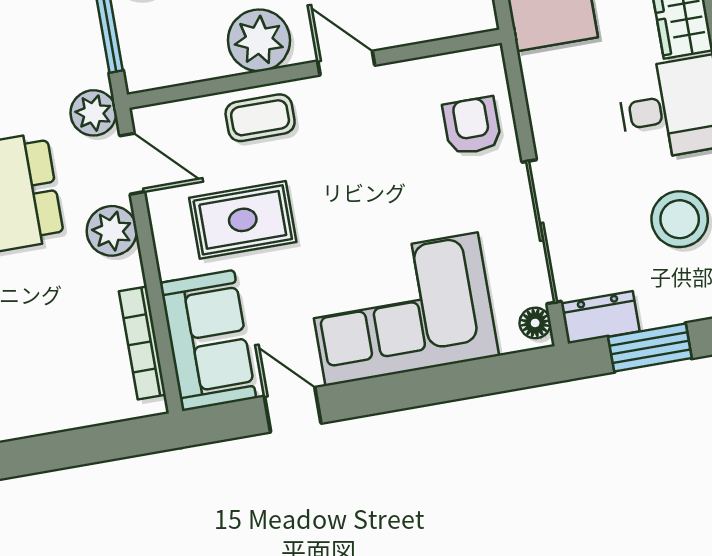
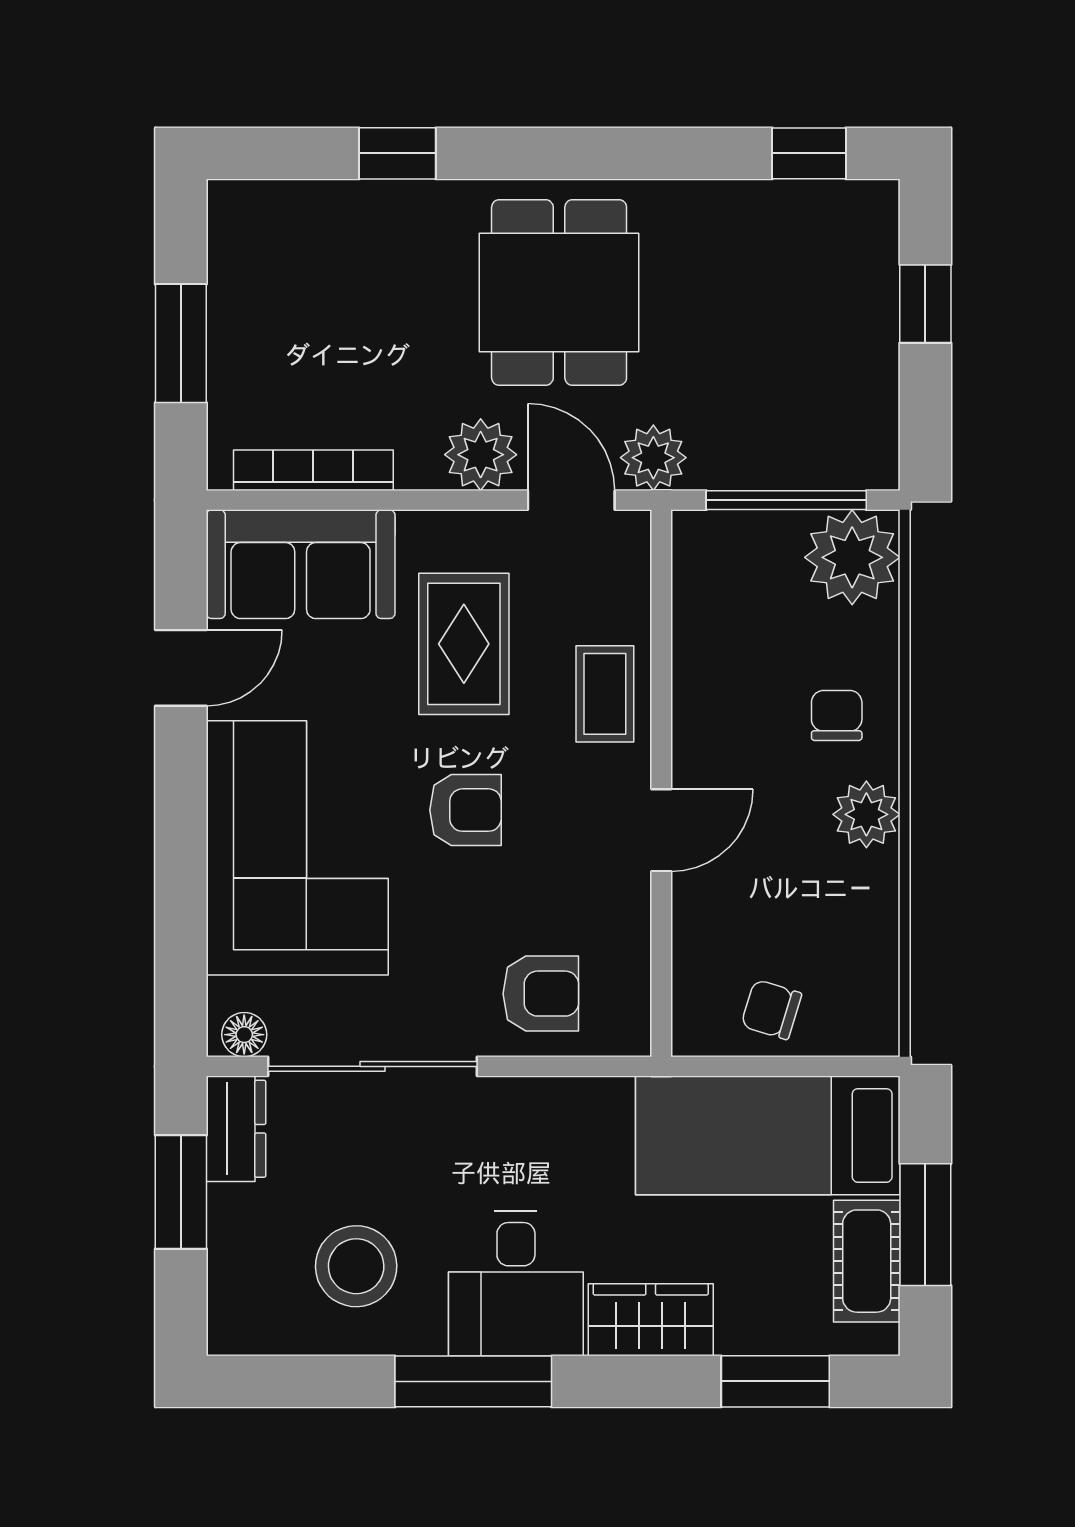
plant: (259, 40) -> (716, 712), removed
door: (132, 164) -> (571, 500), swing flipped
armchair: (356, 199) -> (466, 810), added
window: (72, 448) -> (181, 343), added

